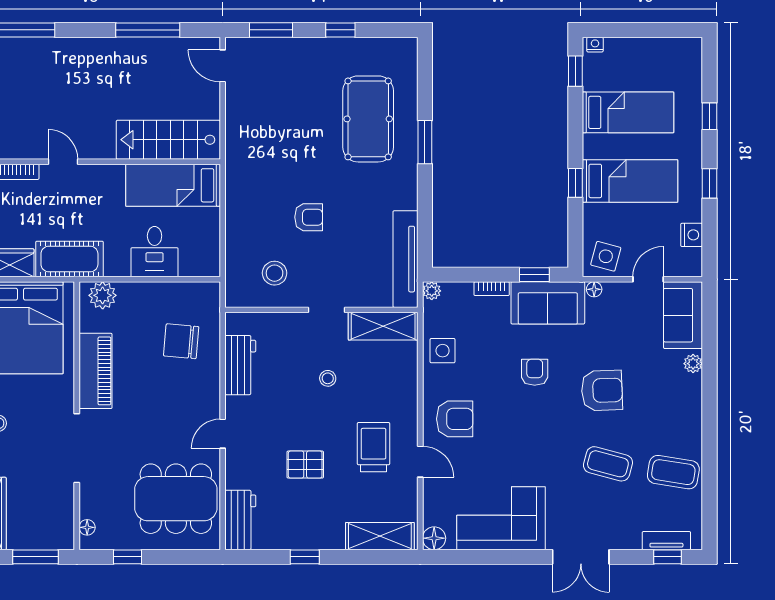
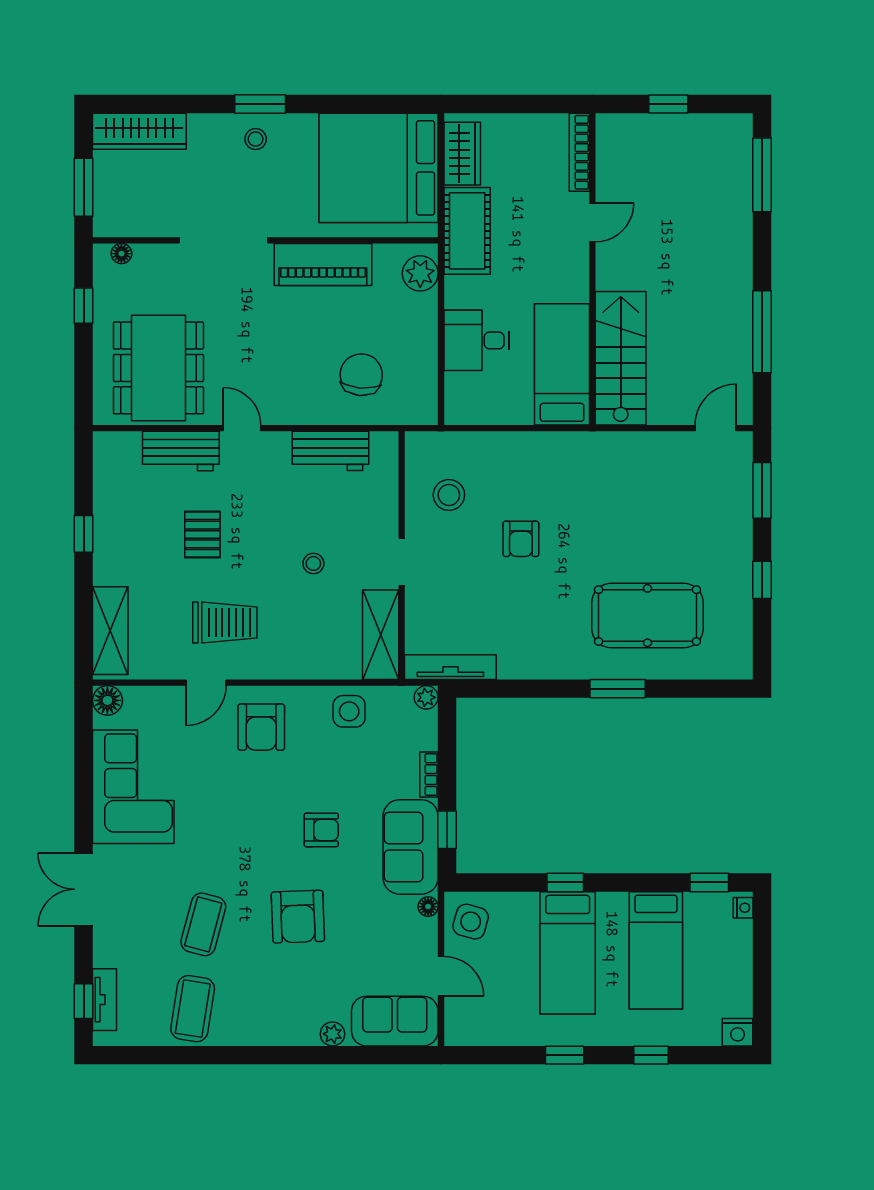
nightstand: (692, 235) -> (738, 1032), moved
tv unit: (405, 259) -> (450, 667), width x0.73, depth x0.78
workbench: (240, 520) -> (181, 451), moved

